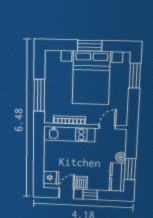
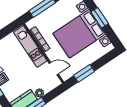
window: (135, 76) -> (84, 73), moved

